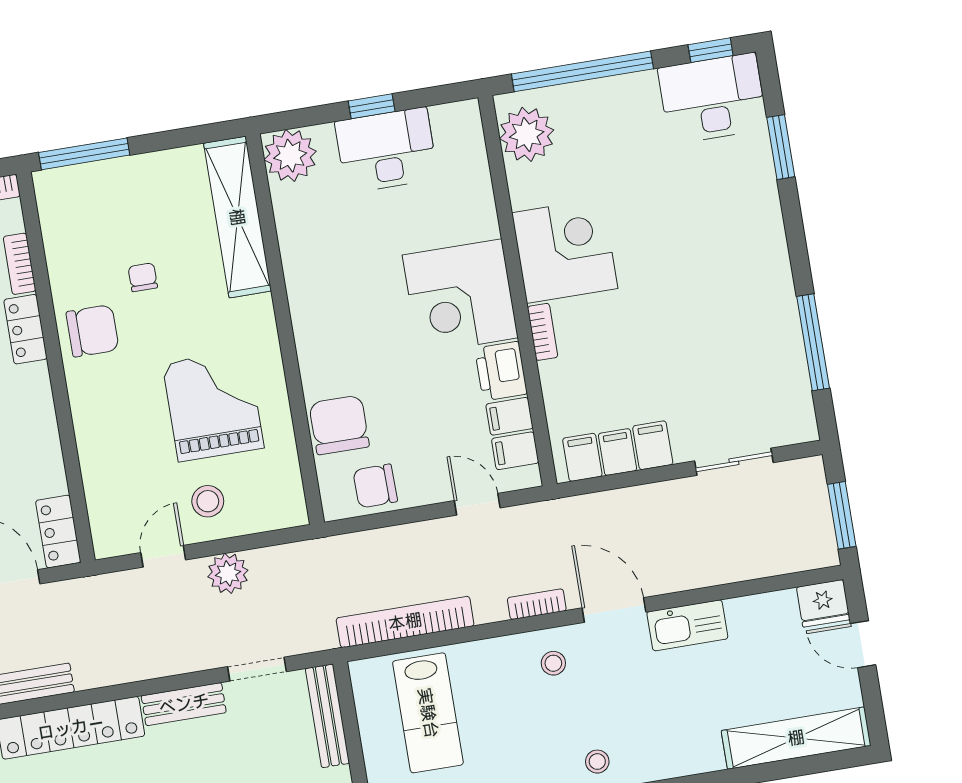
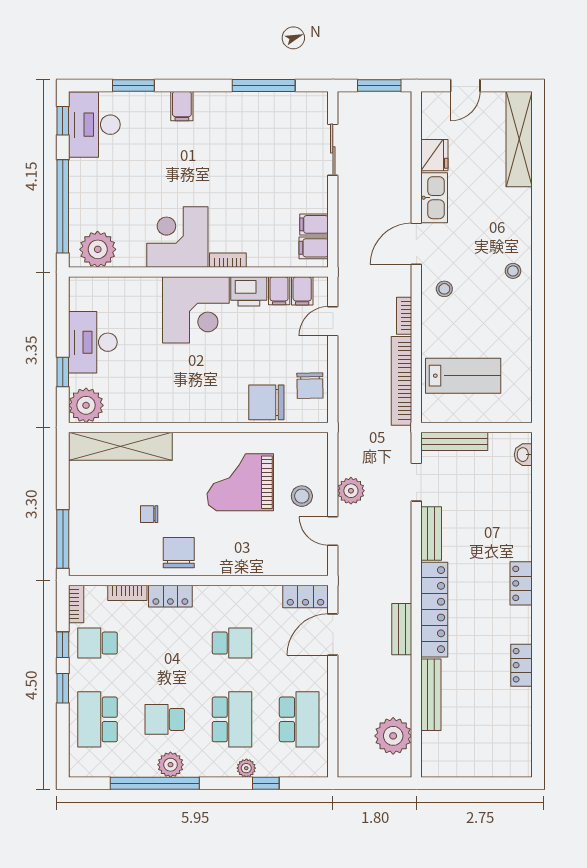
window: (372, 106) -> (63, 372), moved
filing cabinet: (653, 445) -> (182, 106), moved, turned -90
fridge: (823, 603) -> (434, 155), moved
bookcase: (537, 604) -> (404, 316), moved

